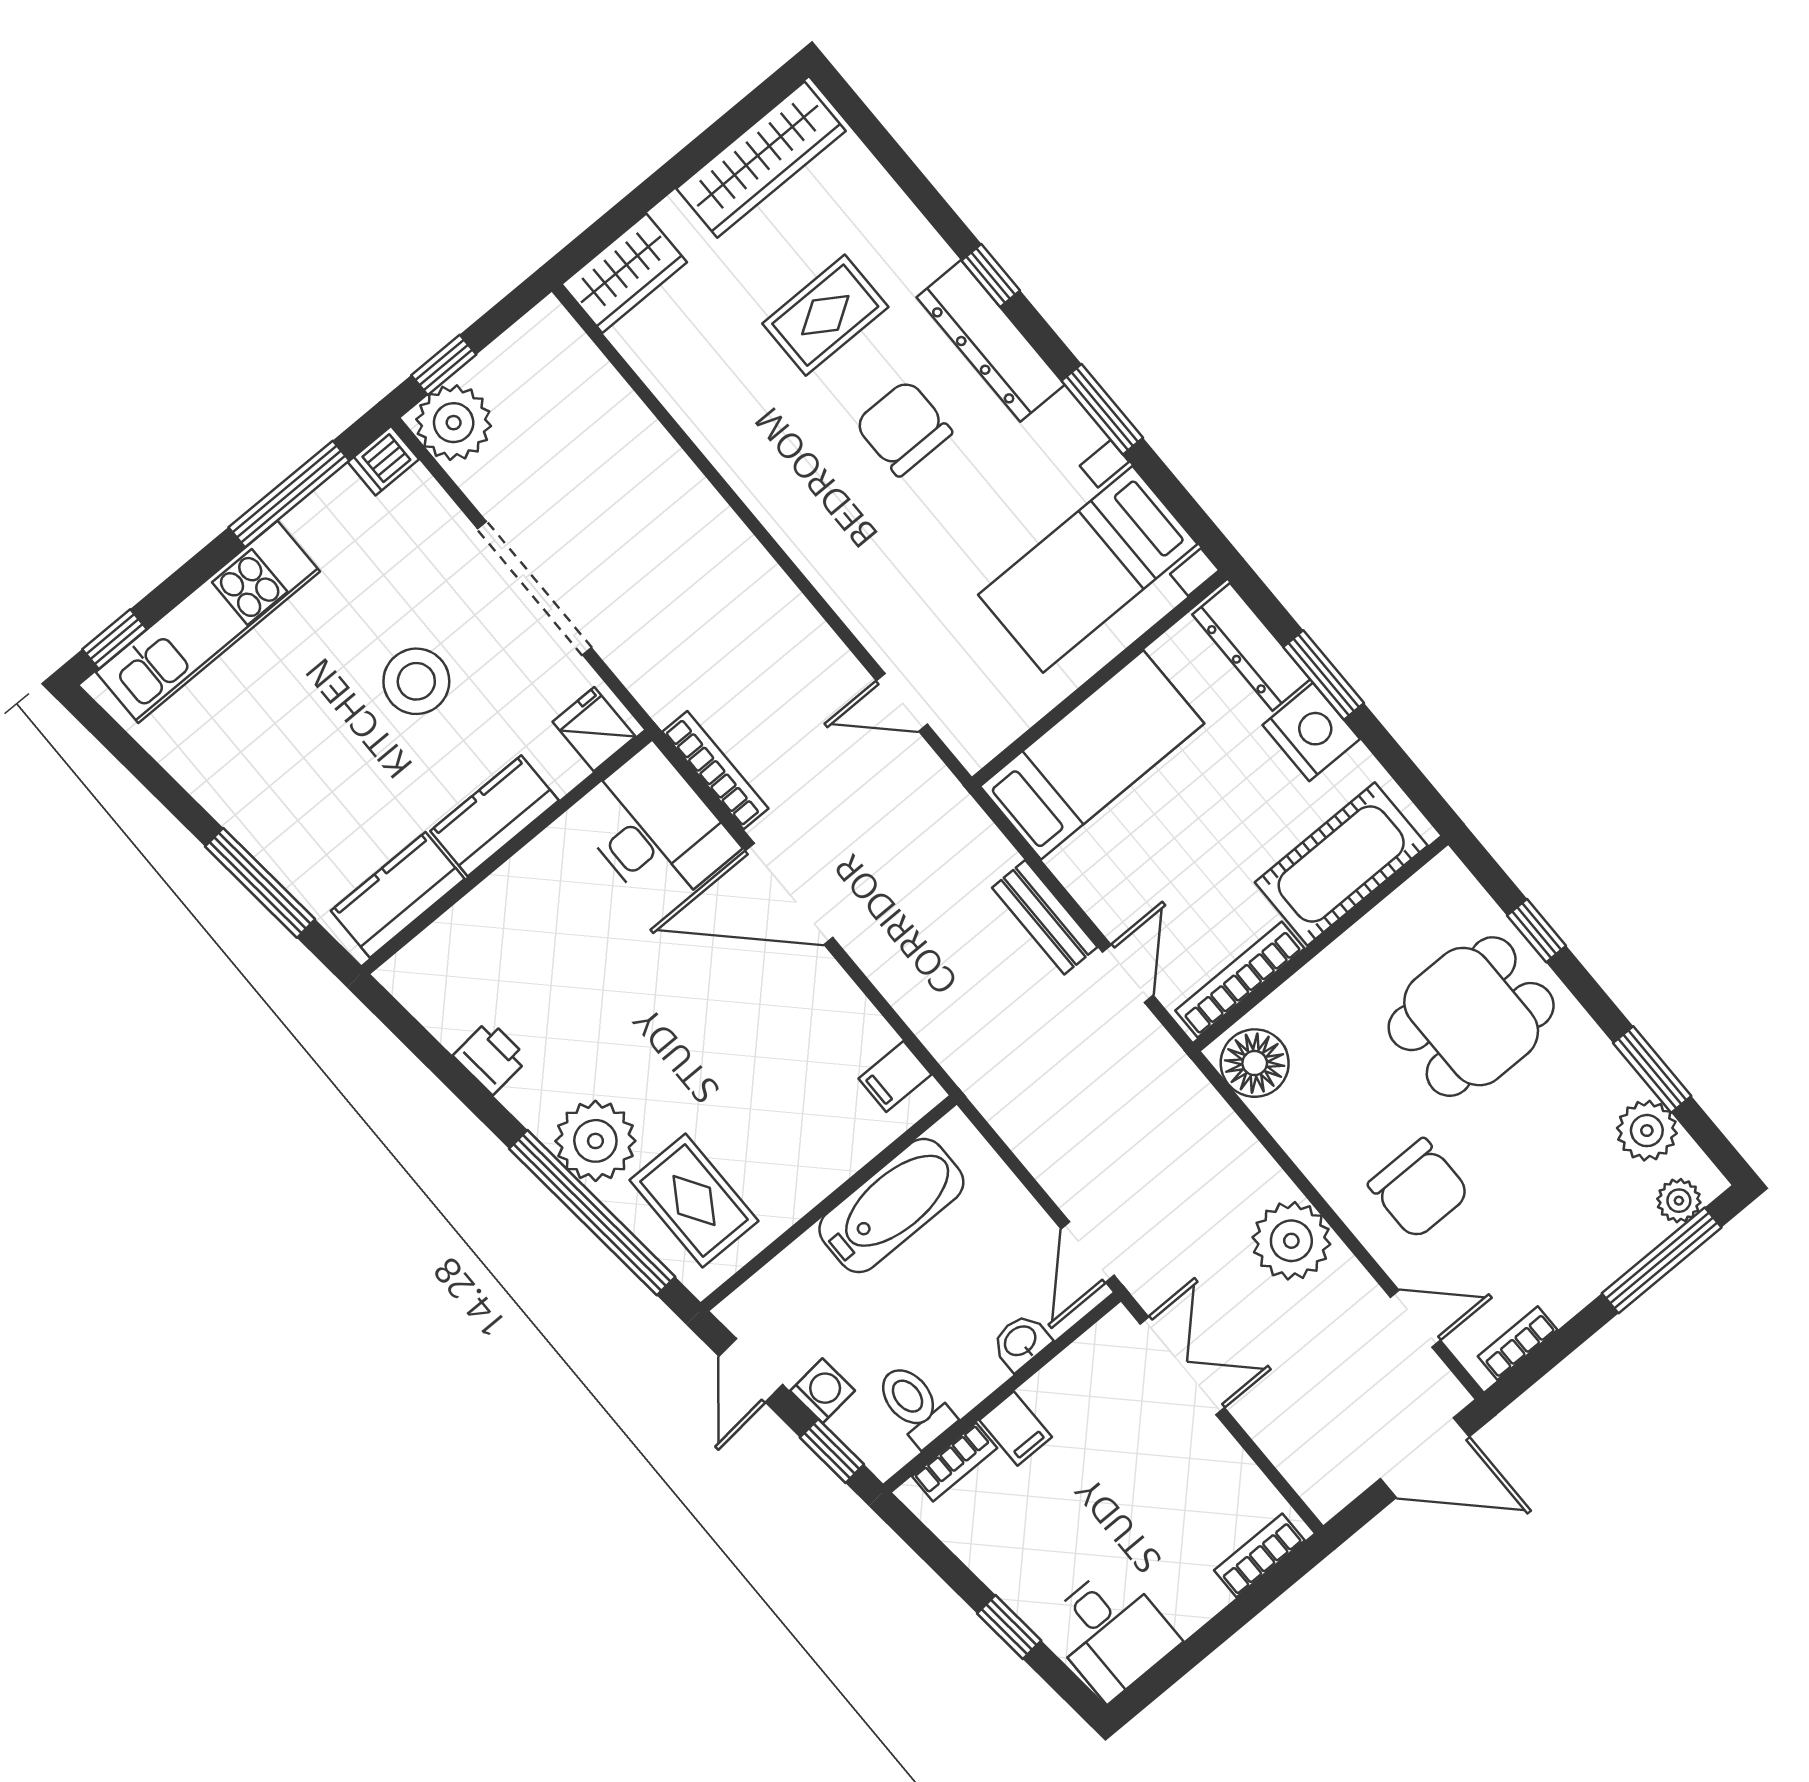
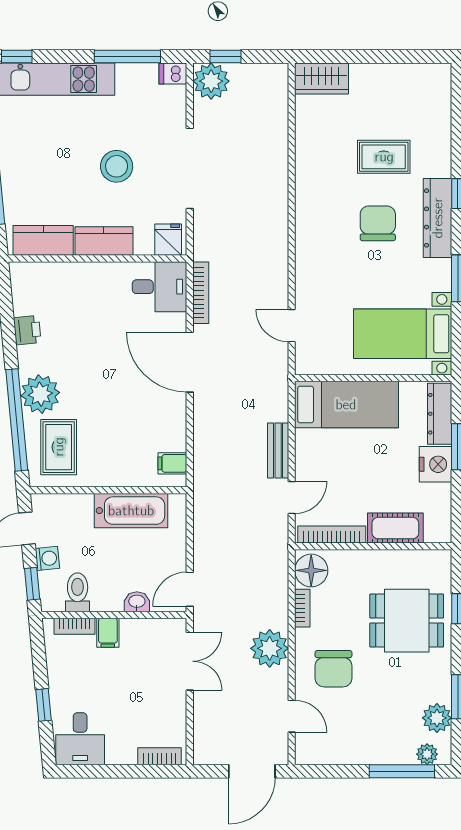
wardrobe: (761, 160) -> (408, 79), removed
desk: (655, 829) -> (160, 287), width x0.73
cot: (1341, 864) -> (395, 528), width x0.73, depth x0.75
bookcase: (1518, 1343) -> (302, 608), moved, turned 90
door: (1425, 1458) -> (252, 771), hinge flipped

